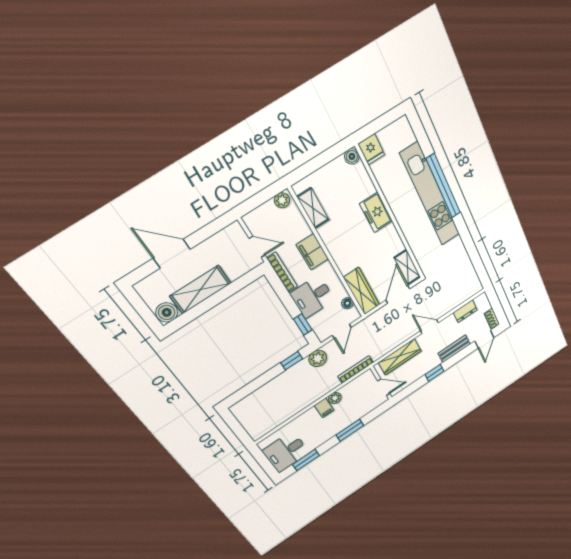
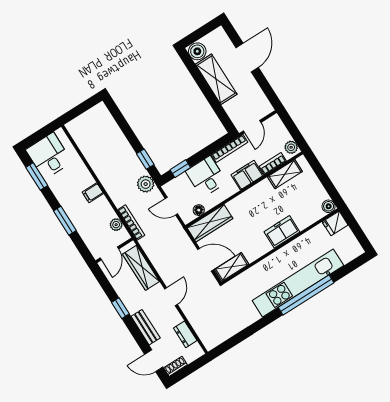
bookcase: (300, 223) -> (273, 164), added
plant: (335, 398) -> (116, 225), moved

